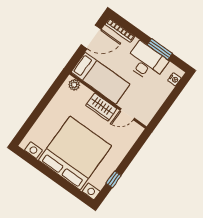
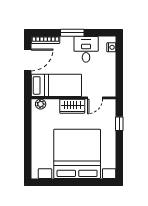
window: (160, 49) -> (72, 33), moved
desk: (146, 62) -> (86, 49), width x0.73
window: (114, 179) -> (119, 124), moved

